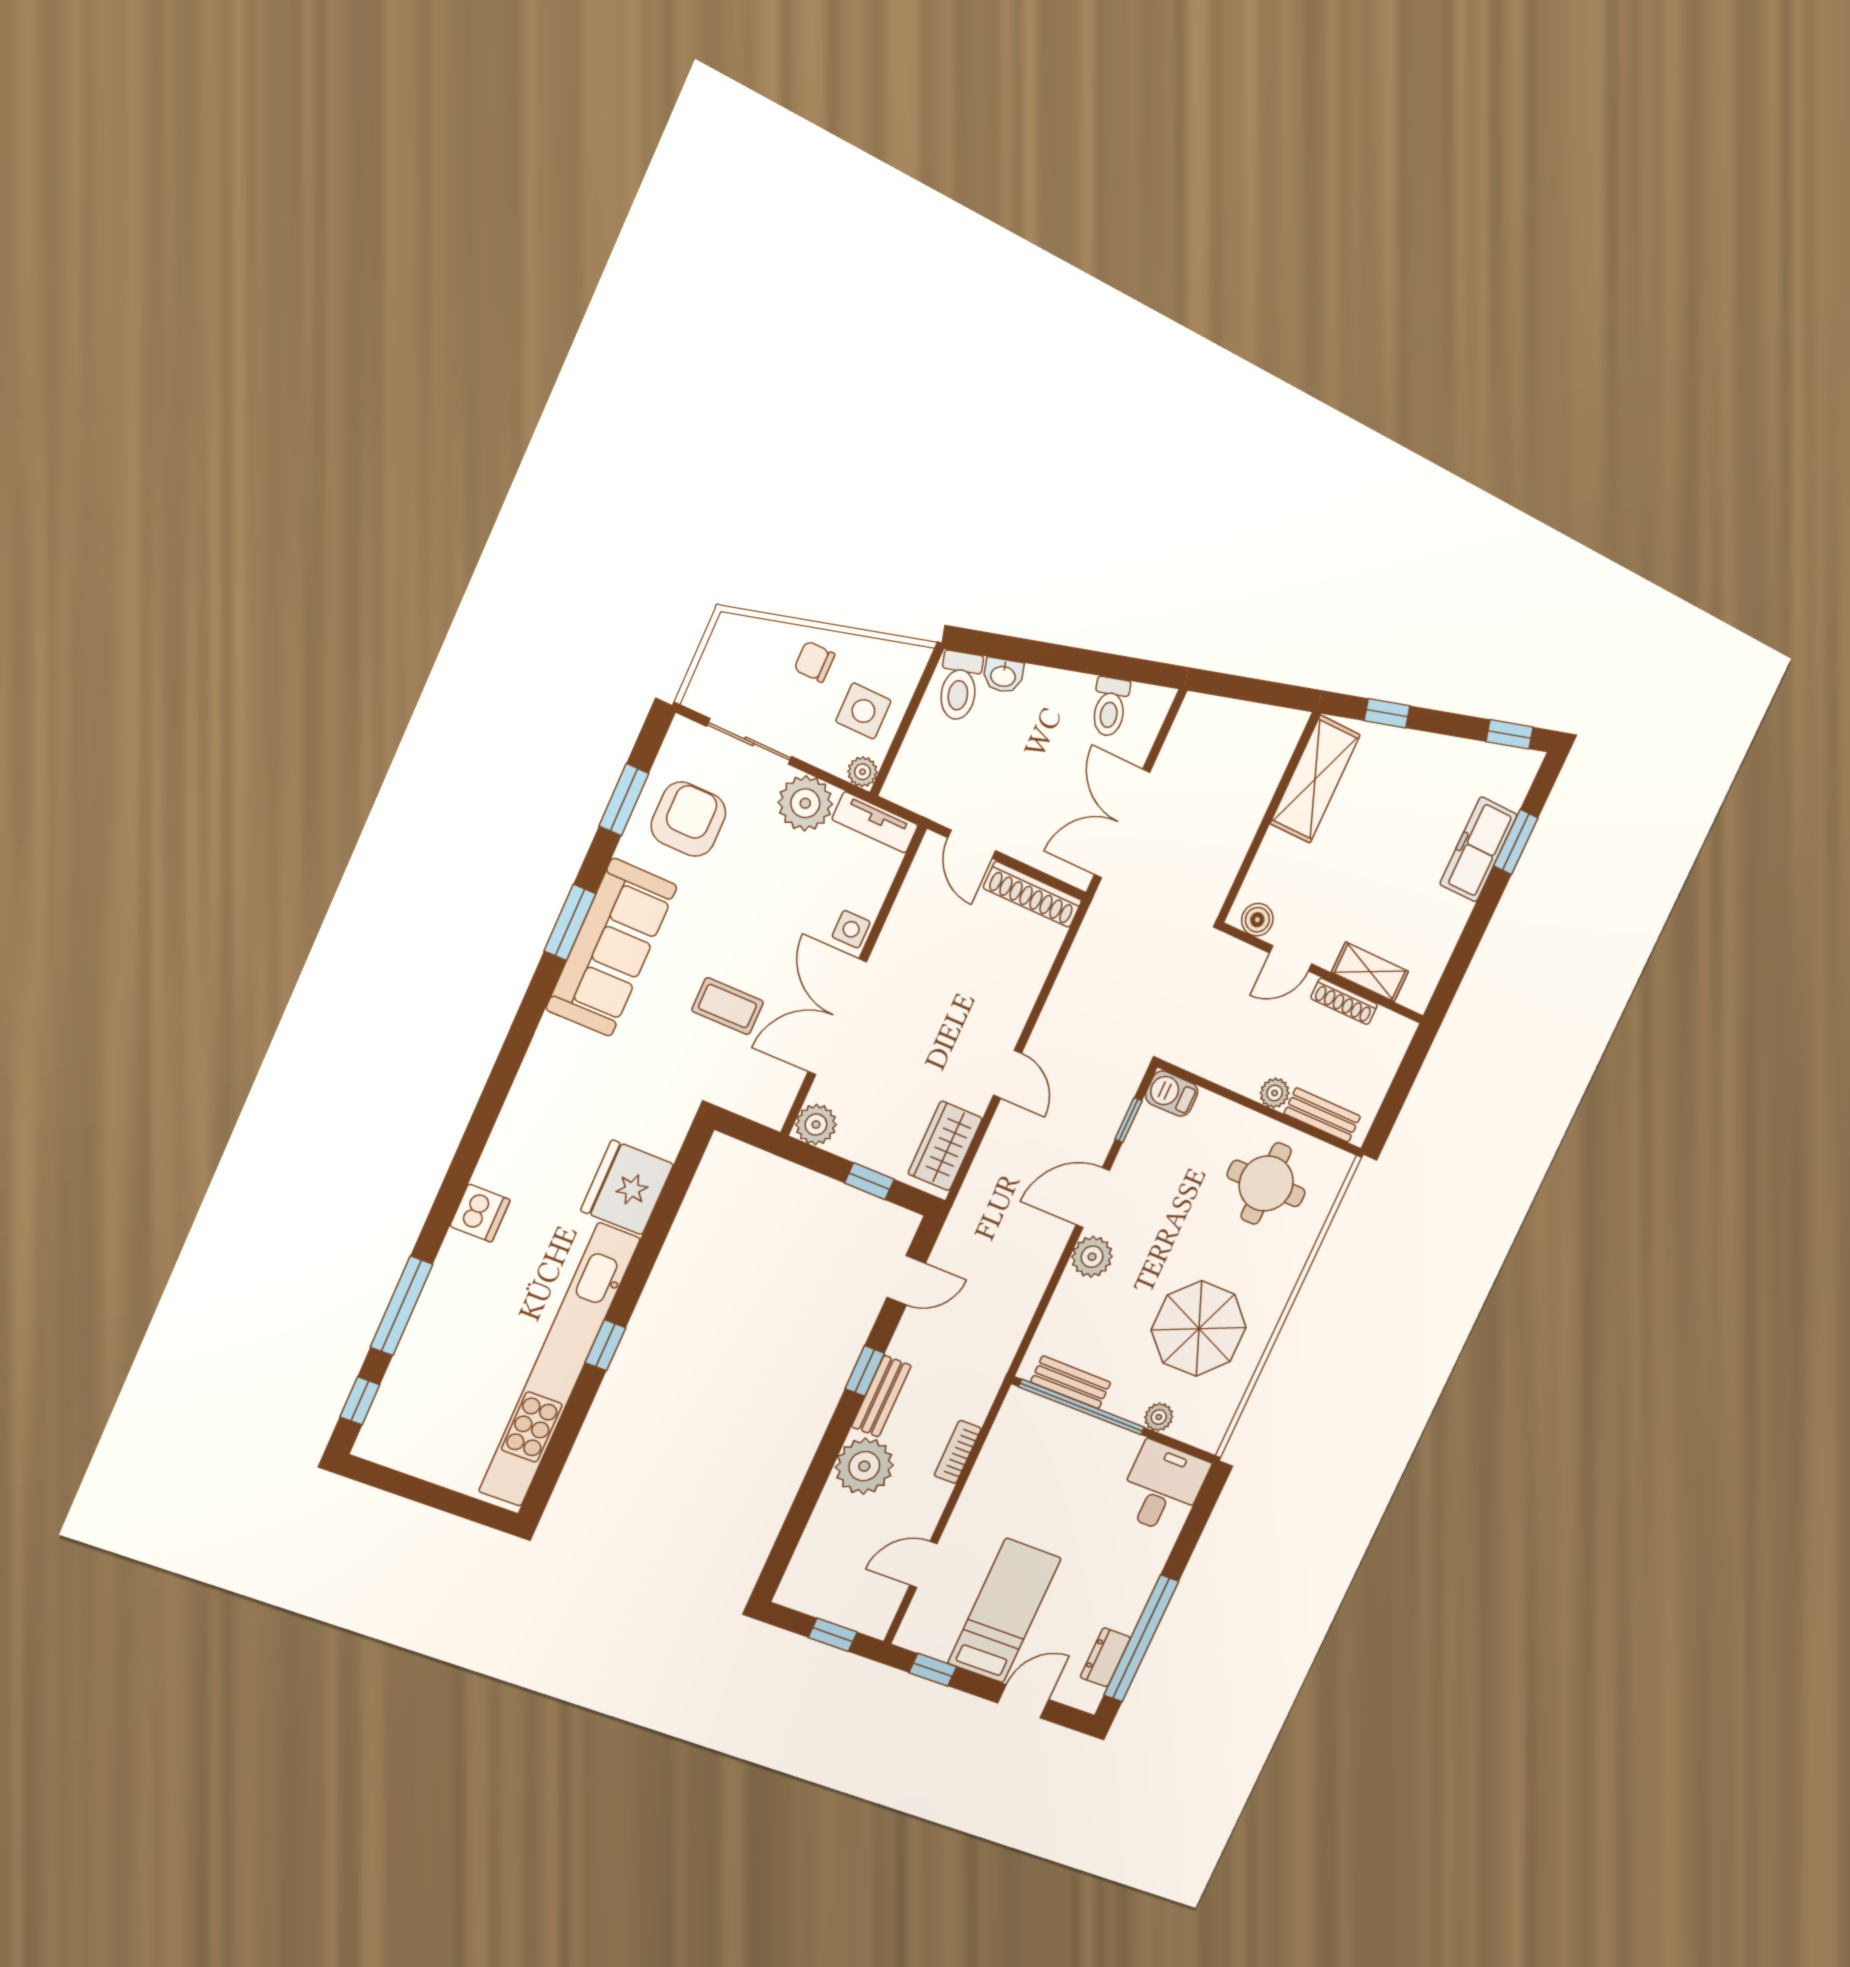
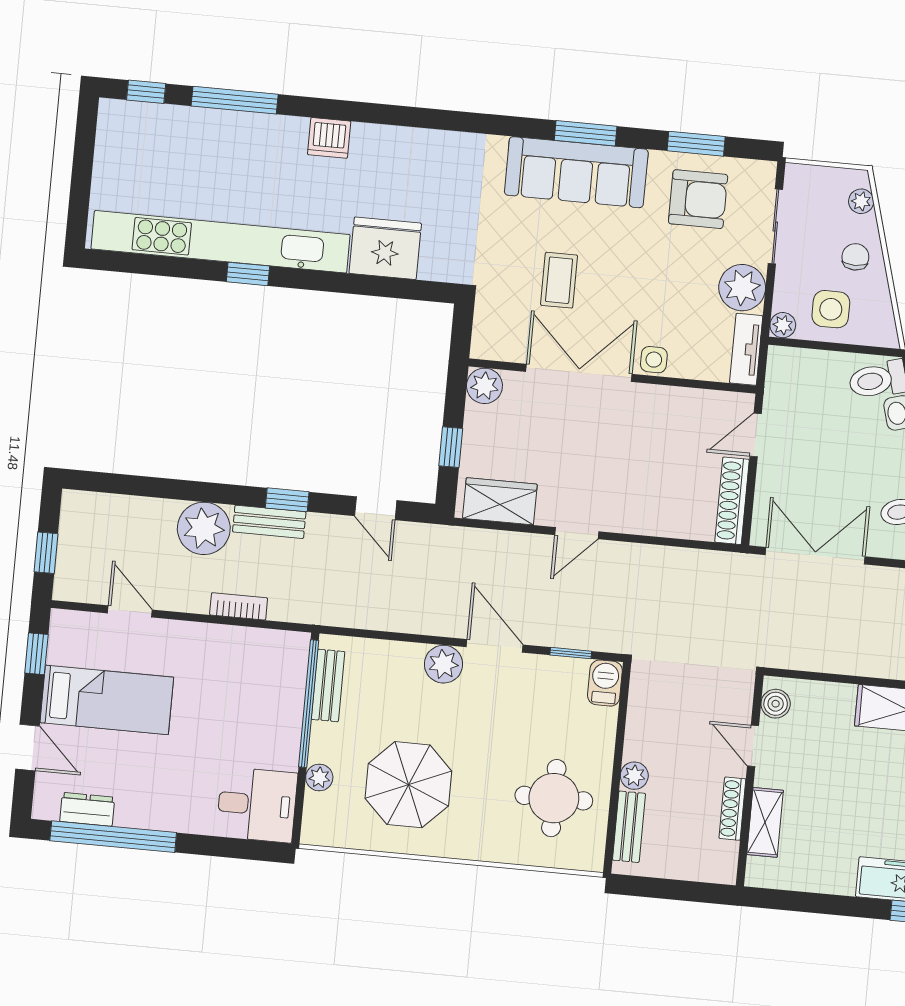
plant: (754, 632) -> (861, 201), added

